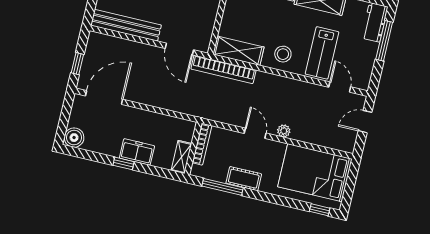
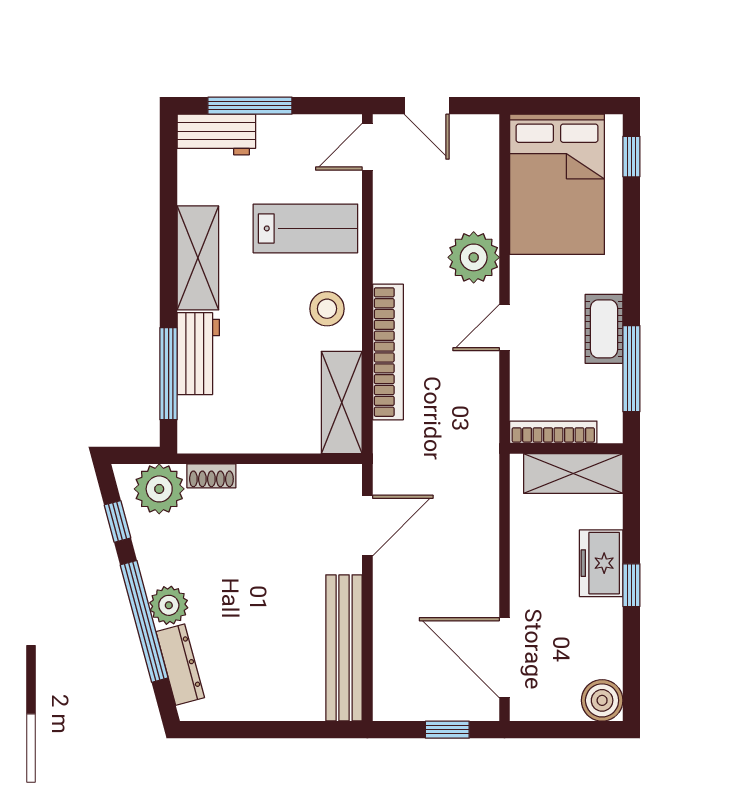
bookcase: (223, 69) -> (388, 352), moved
door: (340, 87) -> (367, 147), moved
plant: (284, 131) -> (474, 257), width x1.87, depth x1.87
shelving: (181, 157) -> (573, 474), width x1.50, depth x1.33

